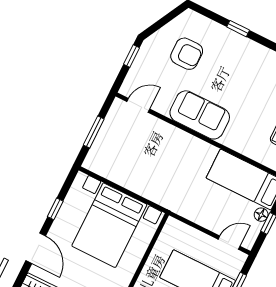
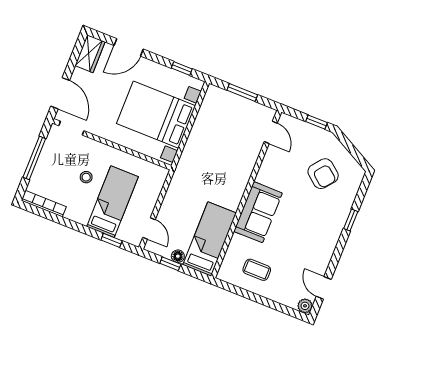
armchair: (187, 54) -> (323, 174), turned -51
sofa: (200, 115) -> (258, 212), moved
window: (55, 209) -> (182, 68), moved

